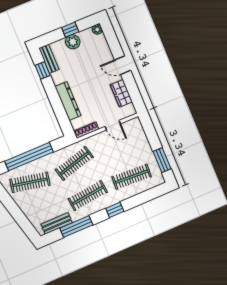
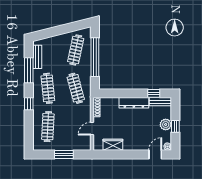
door: (123, 65) -> (155, 155), moved
dresser: (68, 101) -> (134, 103), moved
window: (162, 160) -> (64, 155), moved

